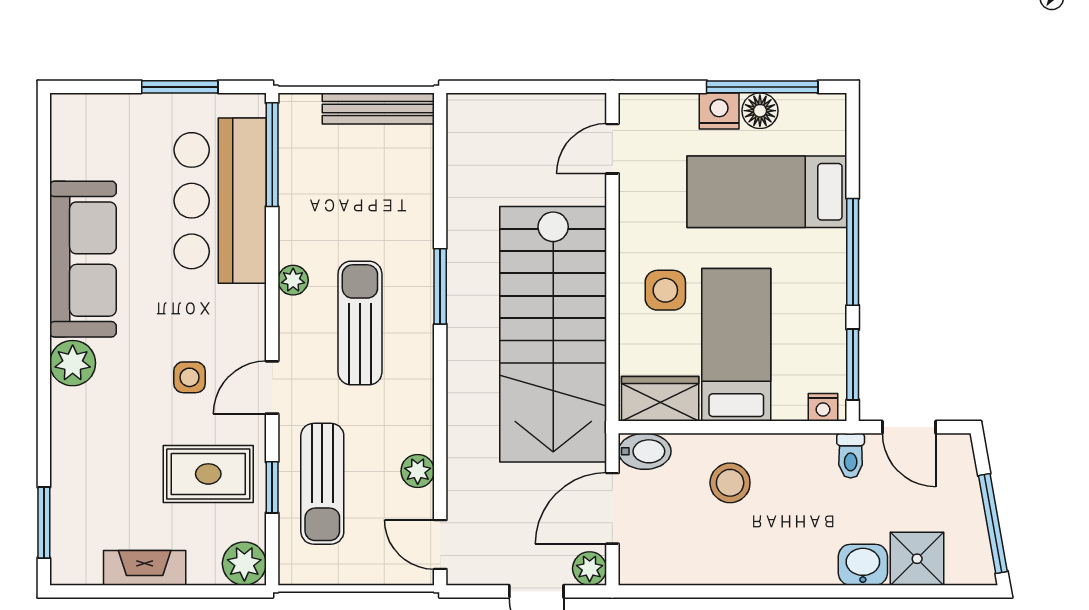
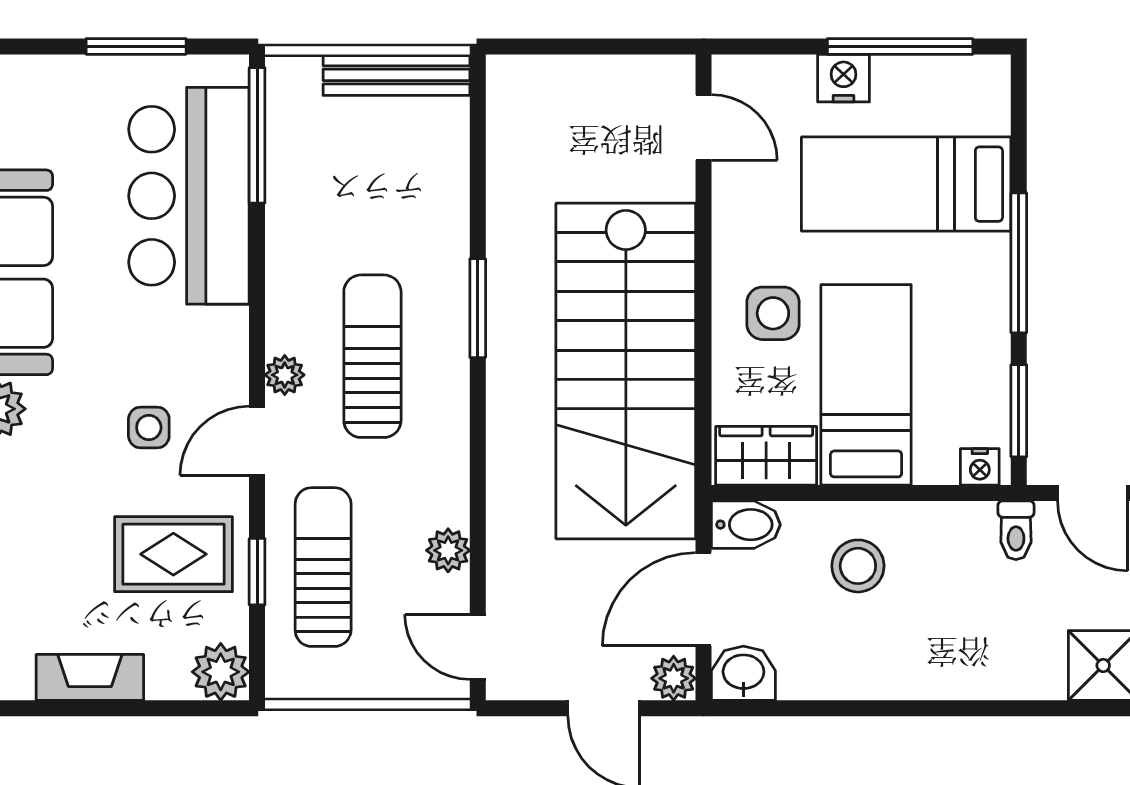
floor lamp: (760, 111) -> (897, 78), removed
door: (612, 149) -> (704, 127), swing flipped
plant: (293, 280) -> (285, 375), moved
sun lounger: (322, 484) -> (323, 567), turned 180
washbasin: (863, 565) -> (743, 673), moved

